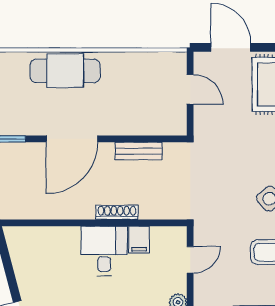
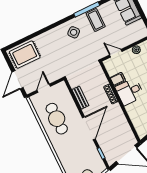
cafe table: (65, 71) -> (57, 119), moved
door: (72, 139) -> (89, 128), hinge flipped

